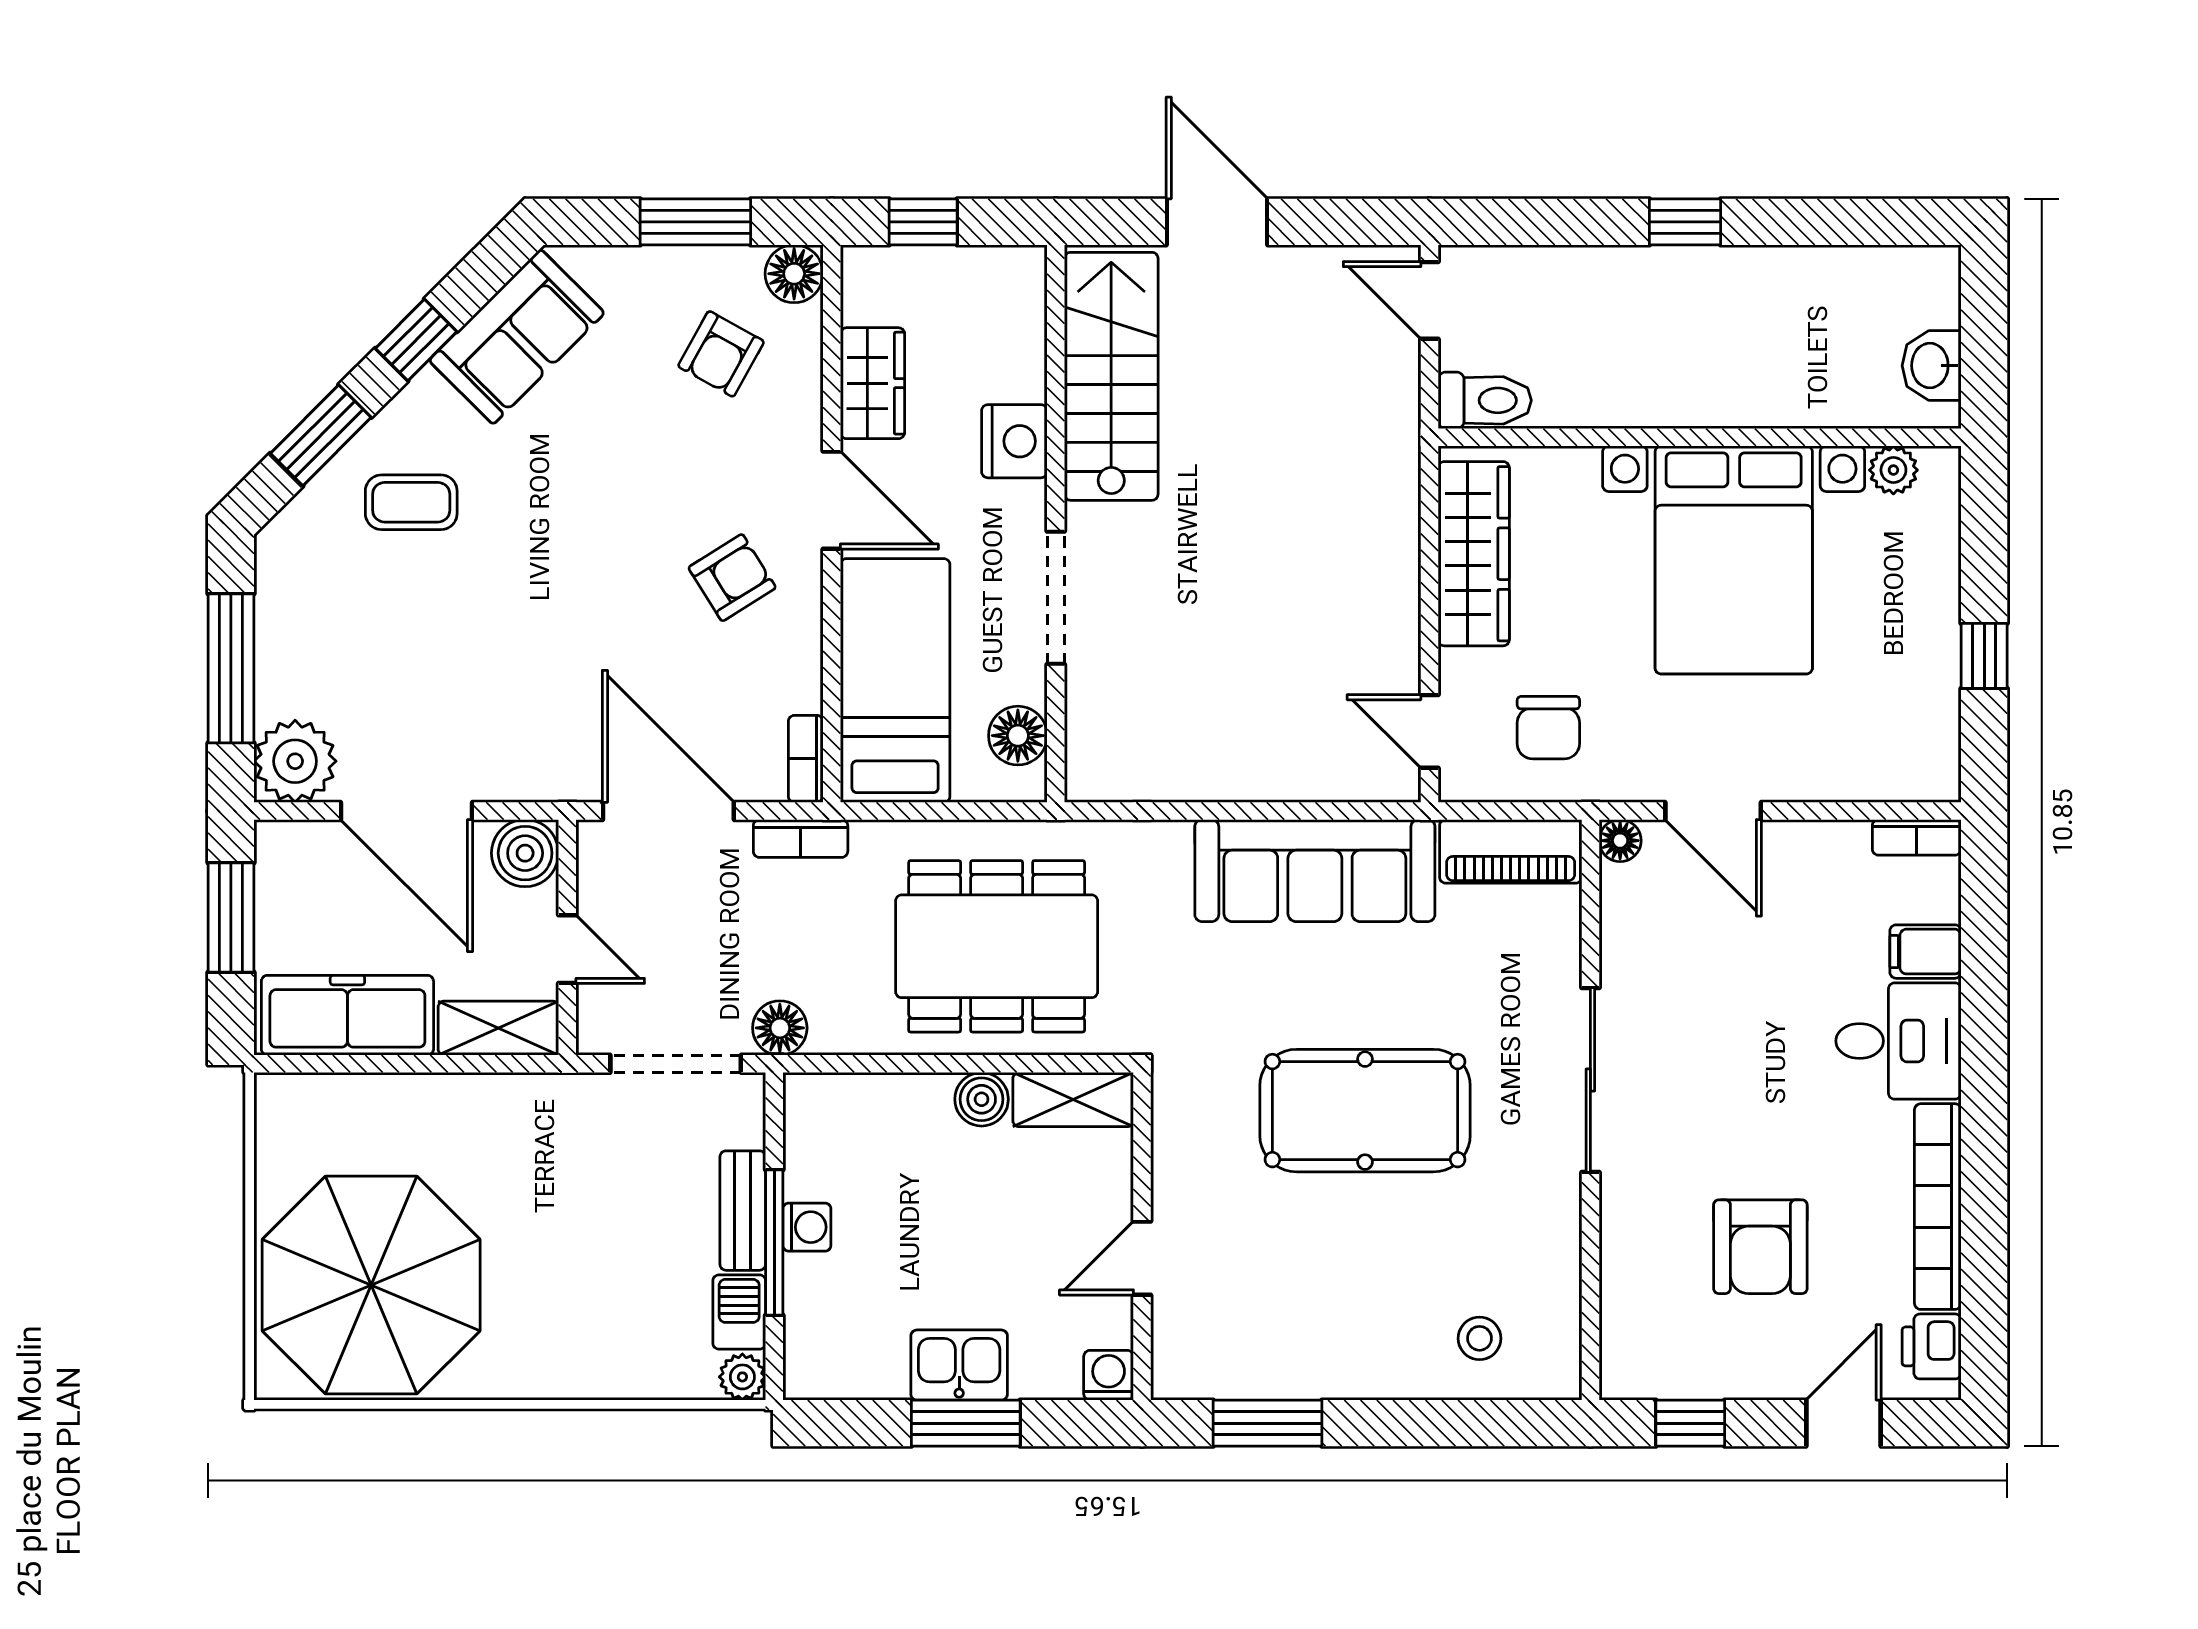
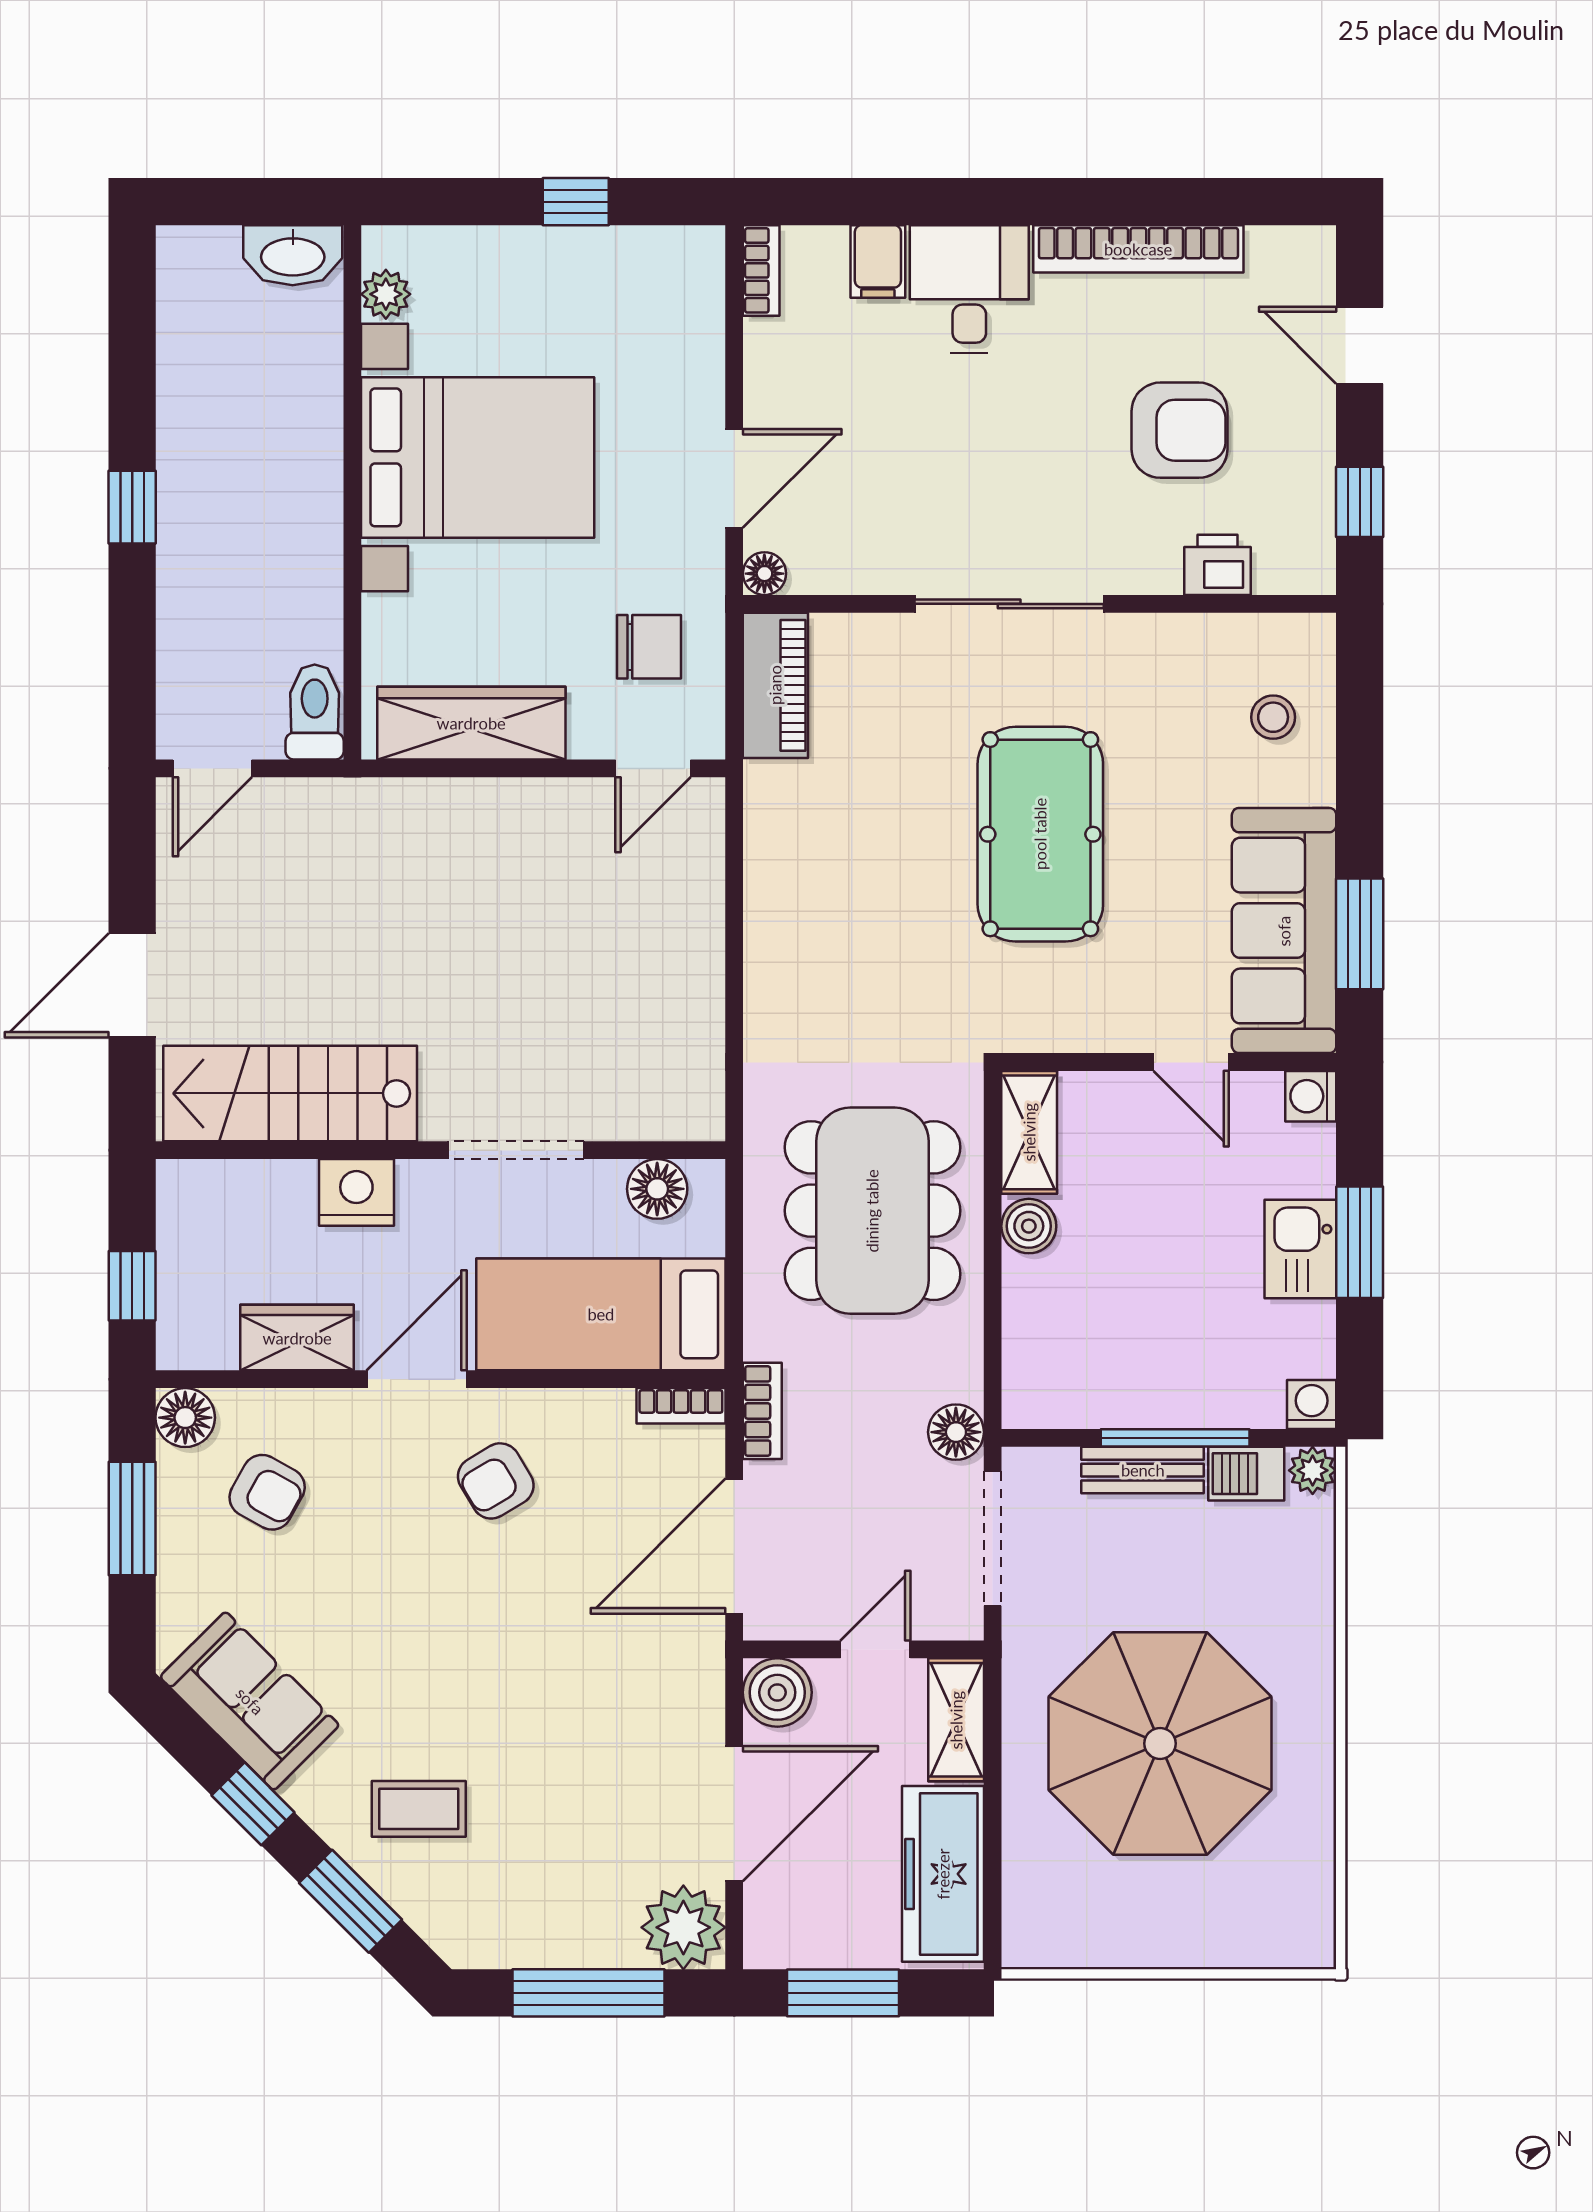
washbasin: (1932, 366) -> (293, 255), width x1.38
coffee table: (411, 502) -> (419, 1809), turned 90
armchair: (732, 578) -> (496, 1481), turned -89
sofa: (1315, 871) -> (1284, 931), moved, turned 180
washing machine: (807, 1227) -> (1312, 1405), moved
parasol: (371, 1285) -> (1160, 1743), moved
printer: (1932, 1346) -> (1218, 565), moved, turned 180

